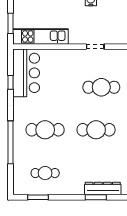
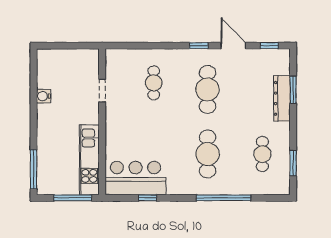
window: (11, 23) -> (73, 198), width x1.44
cafe table: (101, 87) -> (154, 83), width x0.73, depth x0.74
dresser: (103, 189) -> (282, 98), moved

